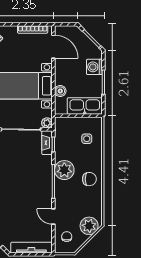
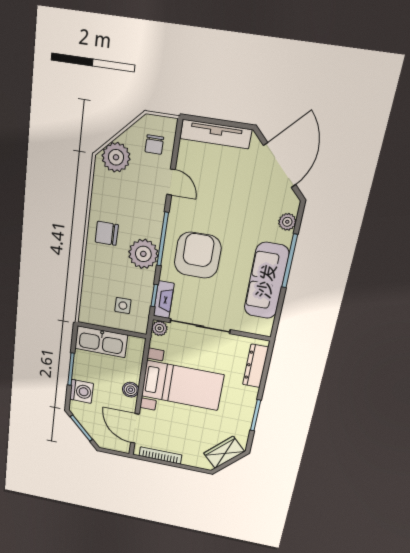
boiler: (60, 91) -> (131, 390), moved
side table: (87, 139) -> (123, 306), moved
armchair: (30, 175) -> (198, 255), added

